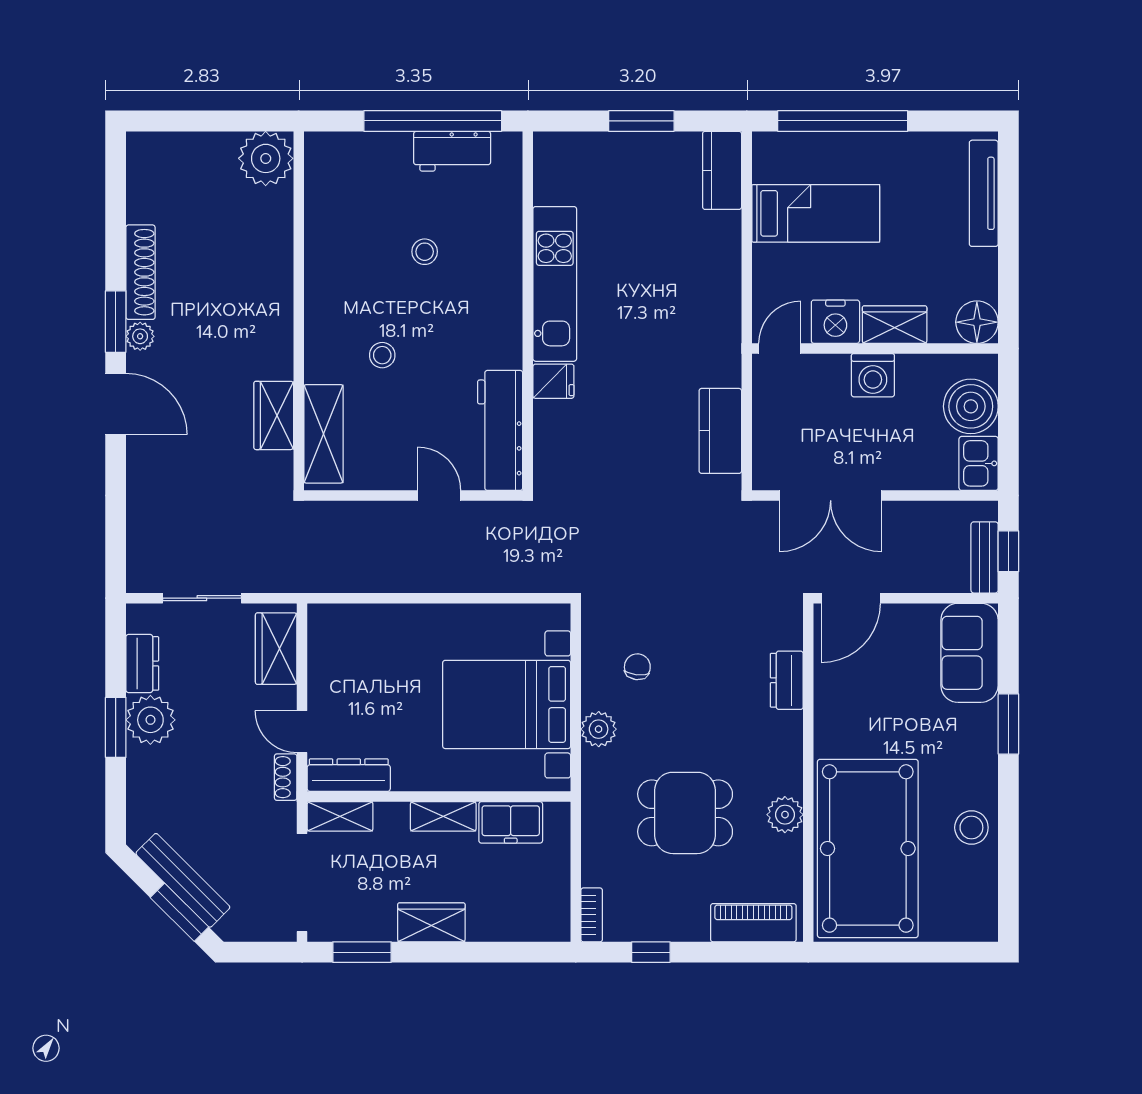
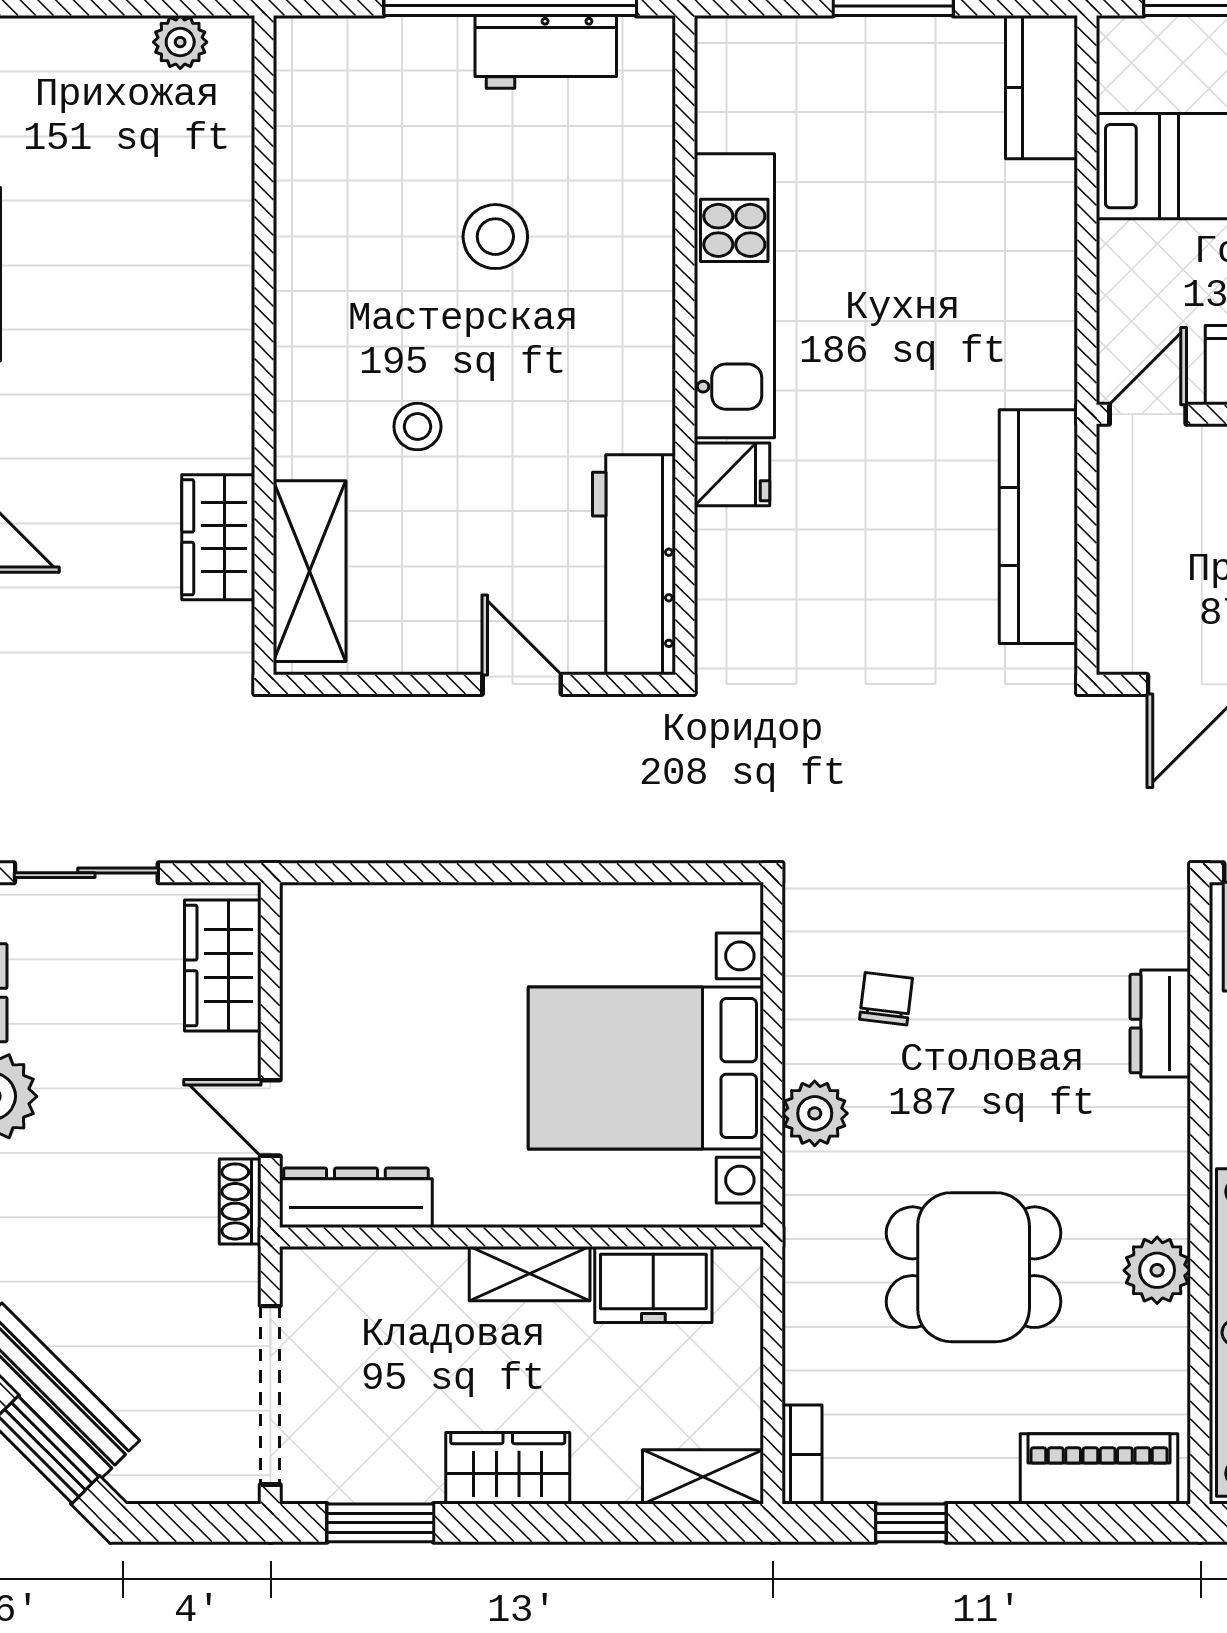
plant: (266, 158) -> (180, 42), width x0.53, depth x0.53
stool: (425, 252) -> (495, 237), width x1.37, depth x1.37
kitchen counter: (720, 431) -> (1038, 527), width x1.50
shelving: (340, 816) -> (703, 1477), moved

